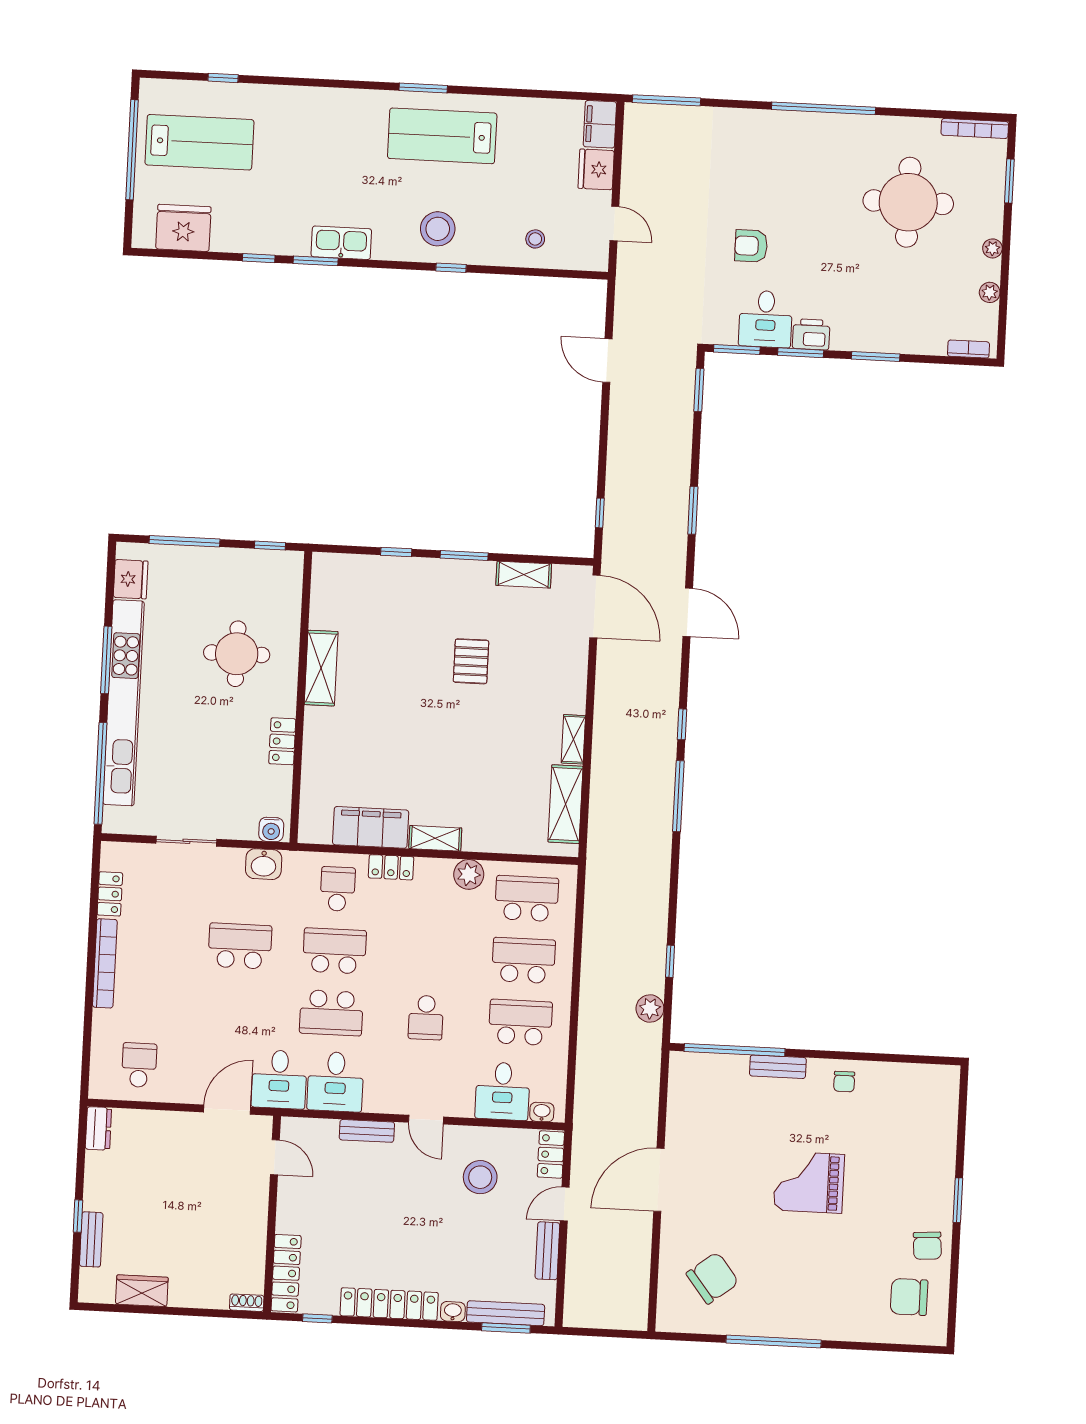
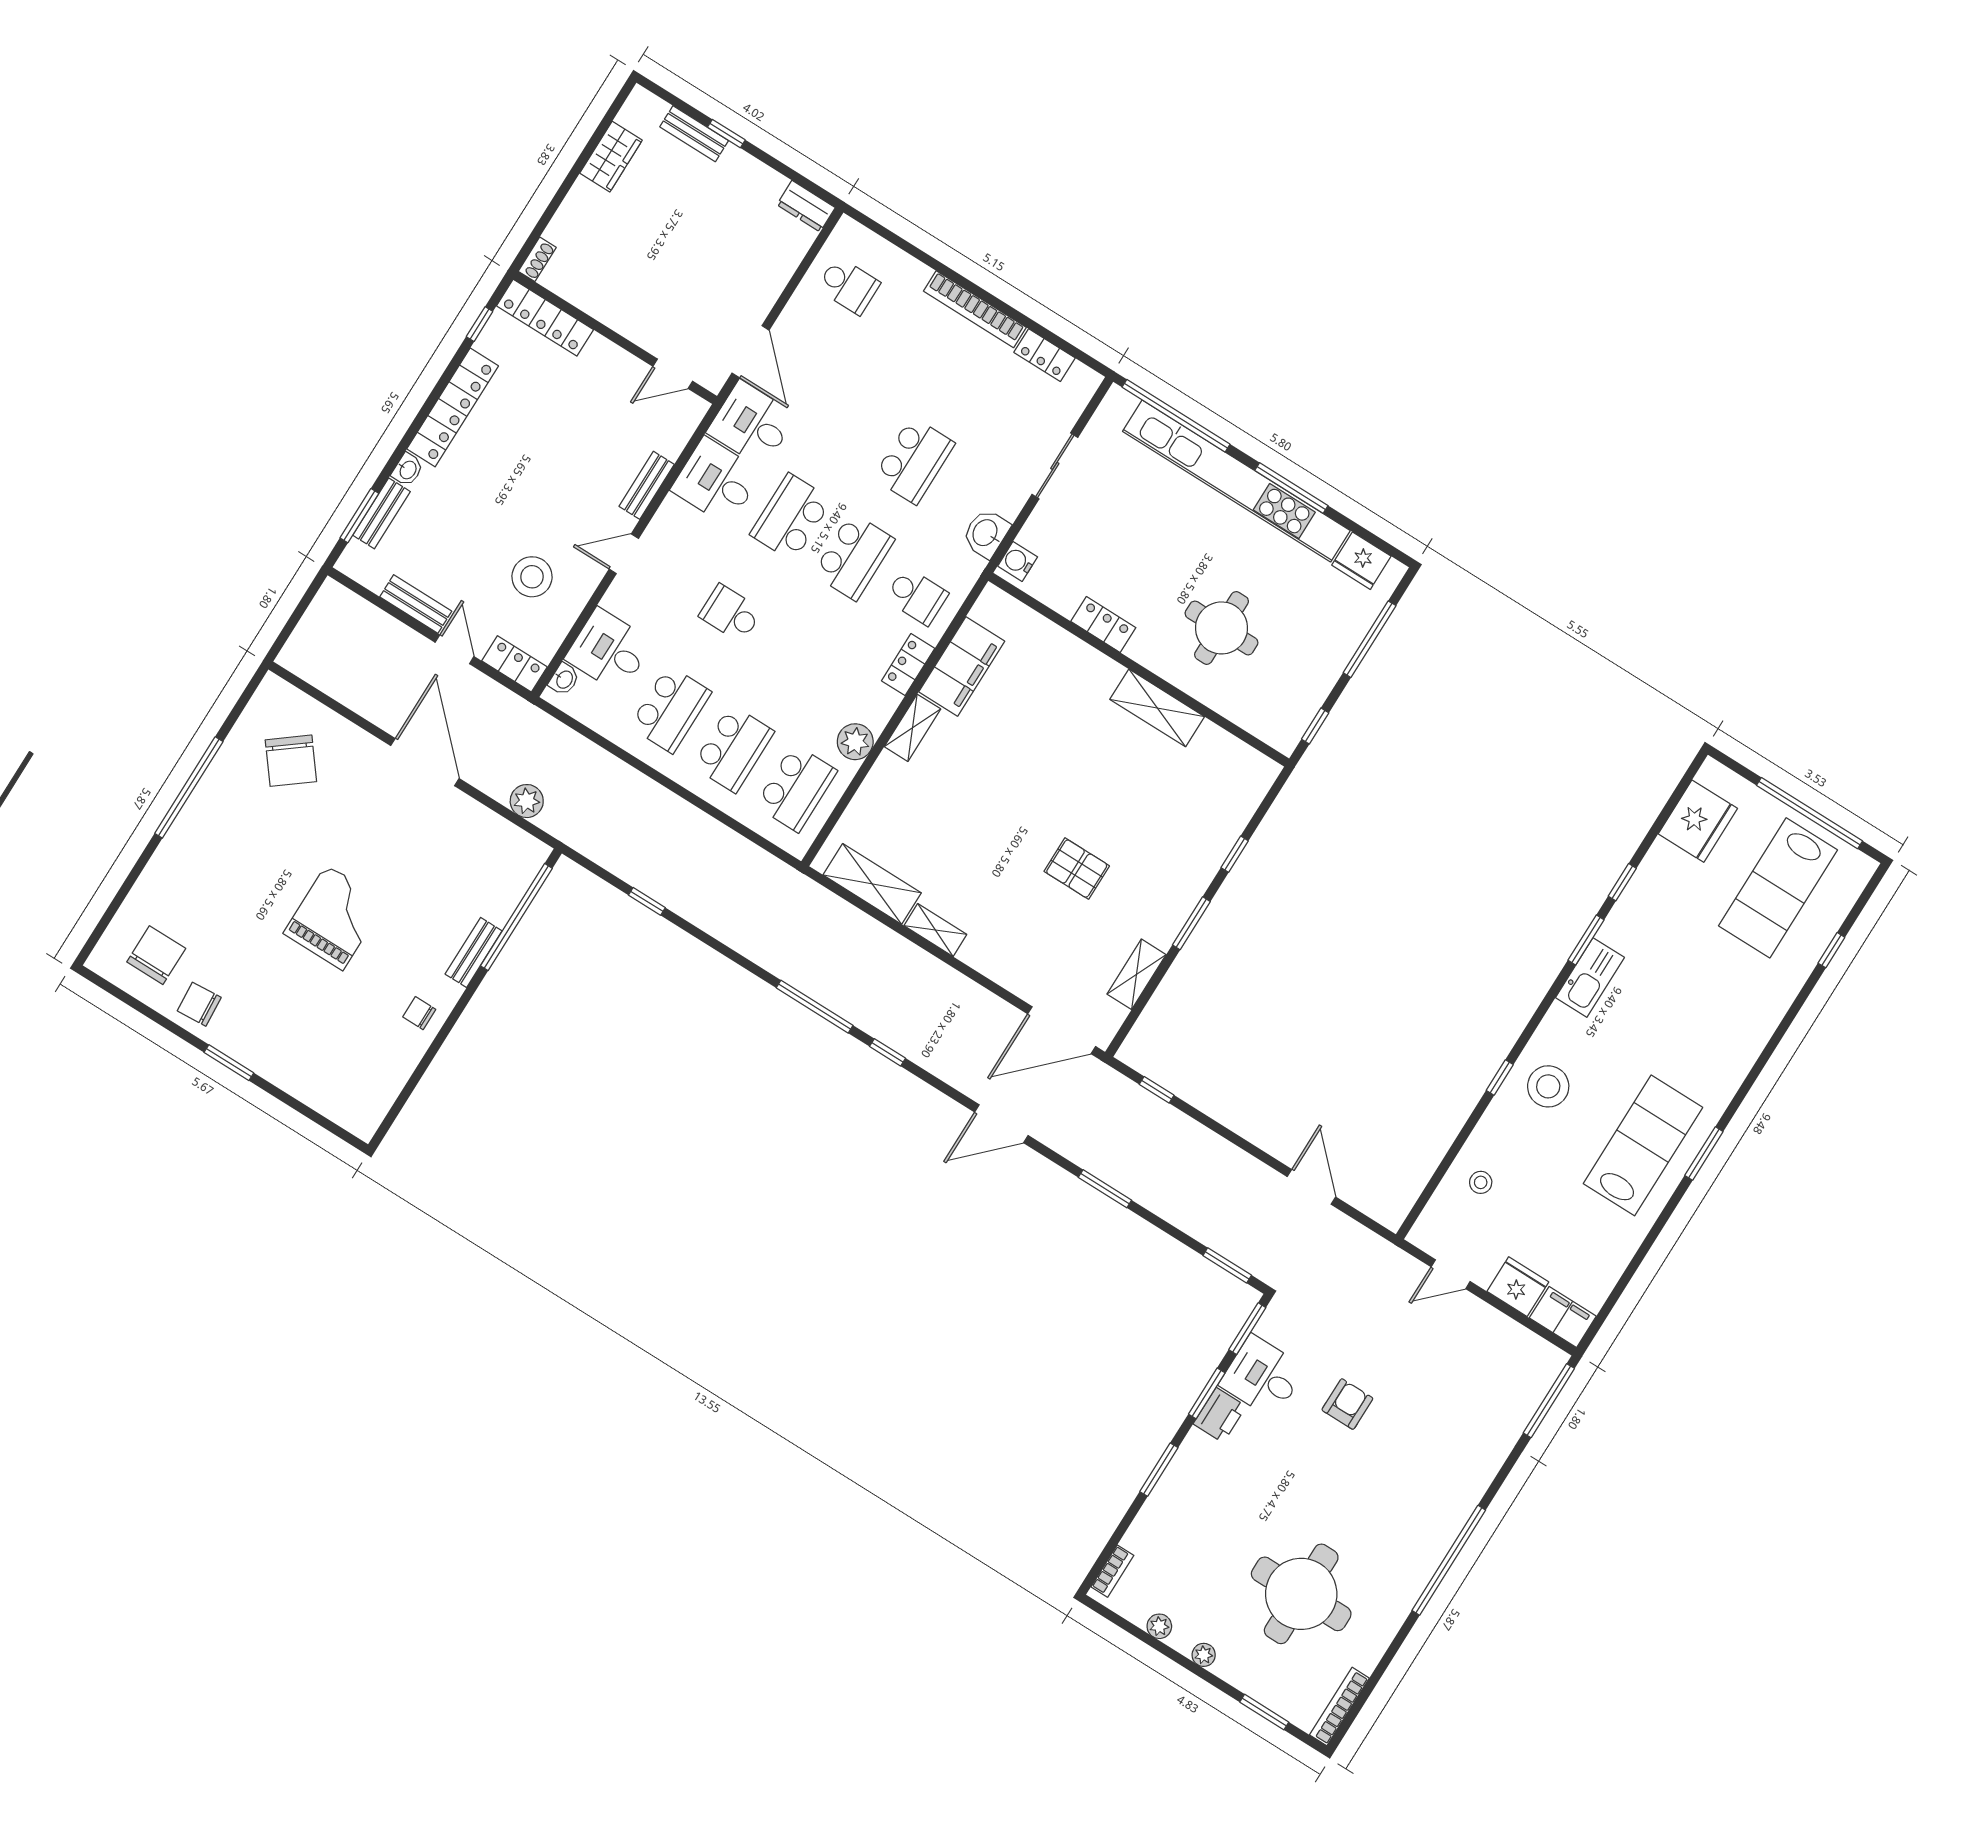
door: (607, 361) -> (1311, 1187), hinge flipped
plant: (650, 1009) -> (527, 801), moved
bench: (506, 1313) -> (381, 513), width x0.73

